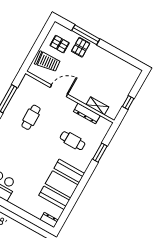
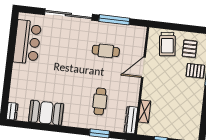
door: (59, 91) -> (143, 67), swing flipped
dresser: (87, 113) -> (131, 120), moved
booth: (62, 184) -> (46, 113), width x0.73, depth x0.70

